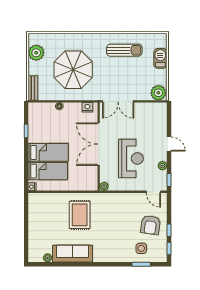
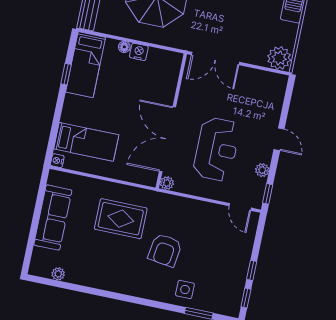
nightstand: (87, 107) -> (139, 52), moved
double door: (99, 144) -> (167, 139), moved
bed: (48, 152) -> (86, 65), moved, turned 90
rug: (80, 215) -> (121, 219), turned 90
armchair: (151, 225) -> (165, 250), moved
side table: (141, 248) -> (185, 289), moved
sofa: (72, 254) -> (53, 218), moved, turned 90

